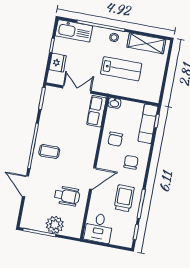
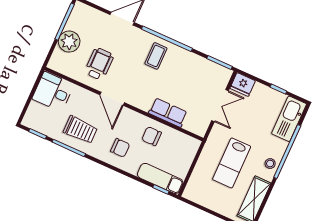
fridge: (58, 63) -> (243, 84), moved
washbasin: (114, 103) -> (194, 145), removed
row of seats: (96, 111) -> (168, 113), moved
wheelchair: (67, 196) -> (99, 64), turned 180

